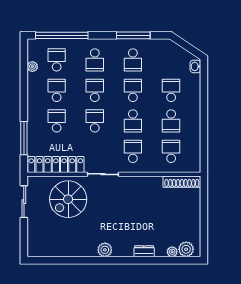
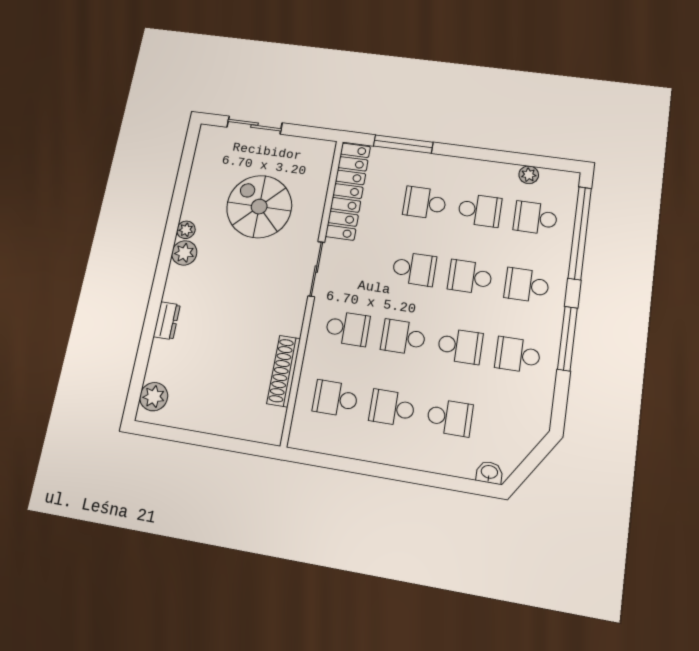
window: (133, 35) -> (567, 339), moved
school desk: (57, 60) -> (535, 218), turned 180
school desk: (95, 90) -> (470, 277), turned 180
school desk: (57, 121) -> (425, 203), turned 180
school desk: (171, 151) -> (335, 398), turned 180
shoe rack: (182, 182) -> (284, 371), moved
spiral stairs: (68, 199) -> (259, 207), moved
sliding door: (24, 202) -> (255, 125), moved
plant: (172, 252) -> (186, 230), moved

